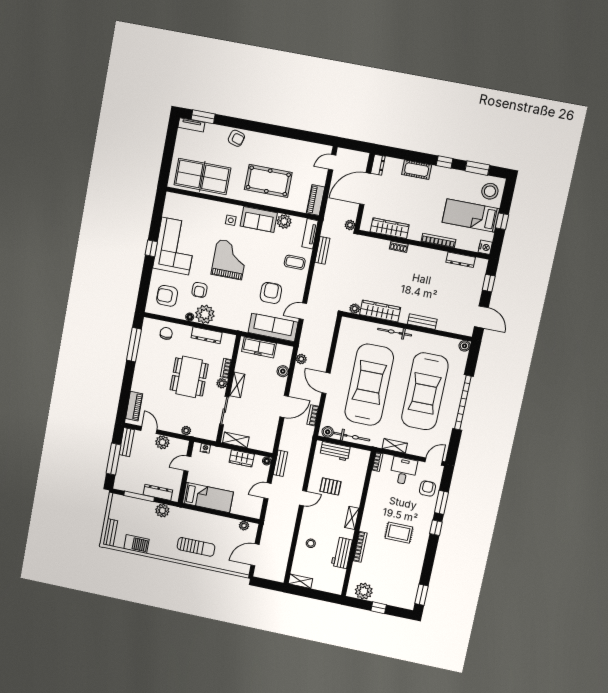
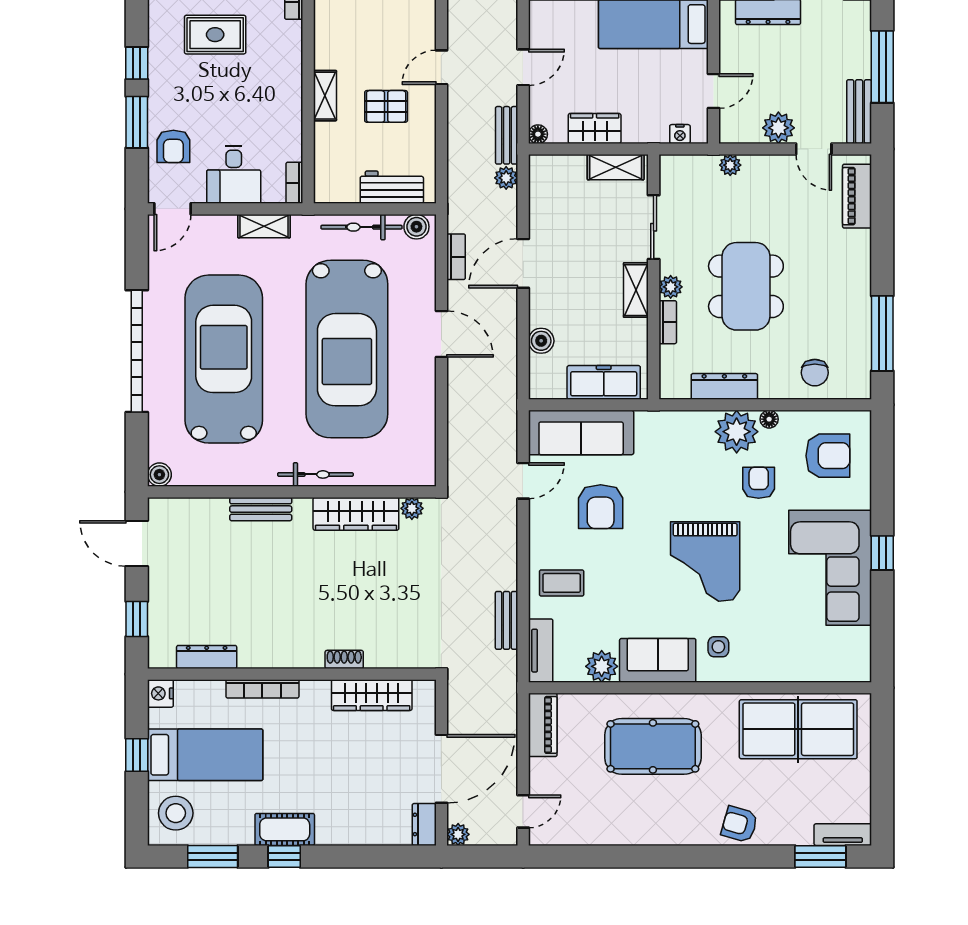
cot: (417, 170) -> (285, 829), moved
plant: (350, 225) -> (458, 834), moved
plant: (301, 359) -> (506, 178), moved
shelving: (352, 518) -> (325, 96), moved

